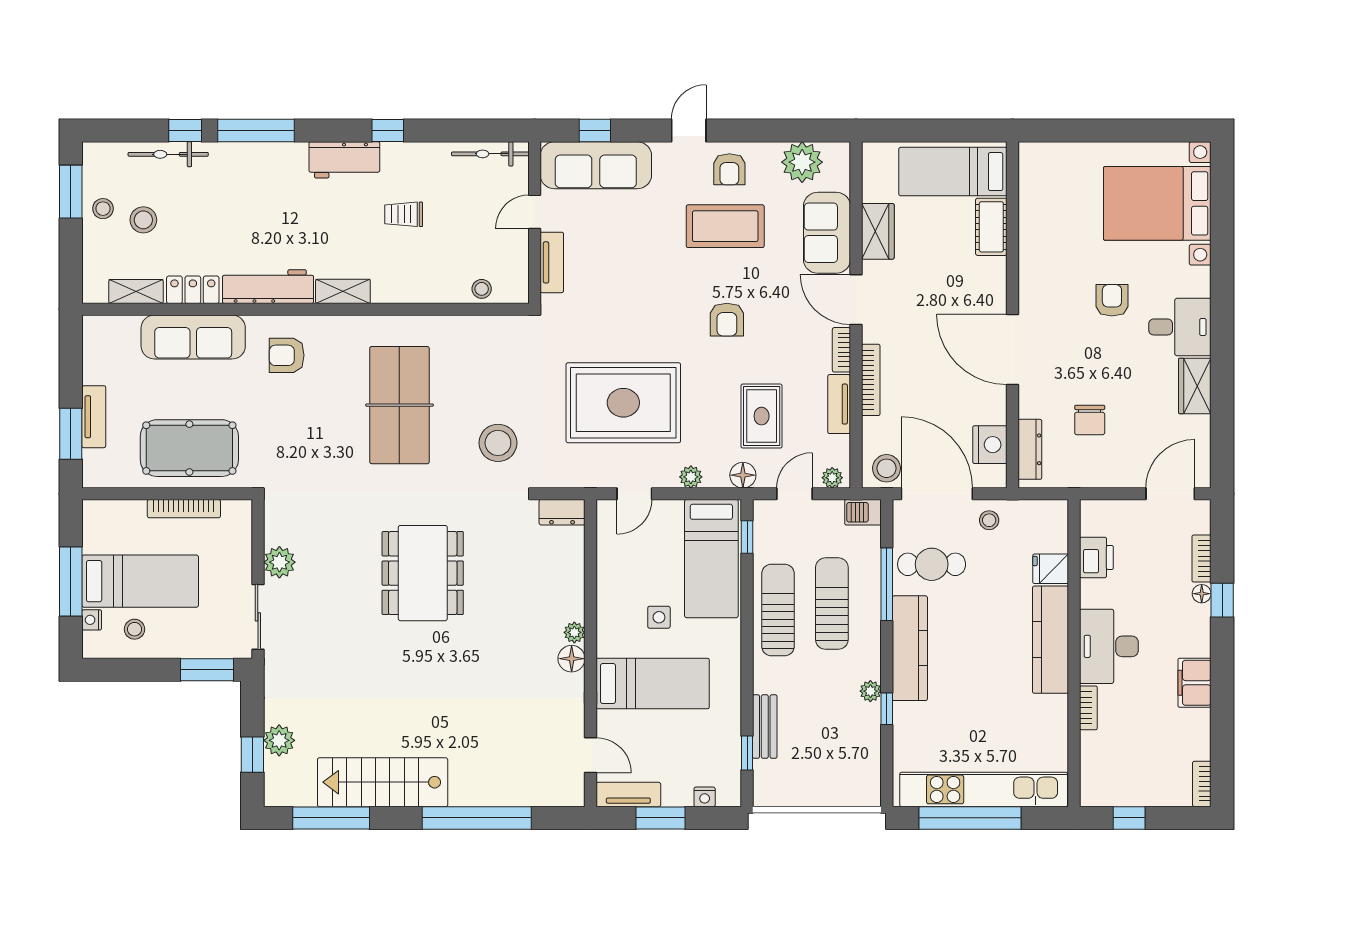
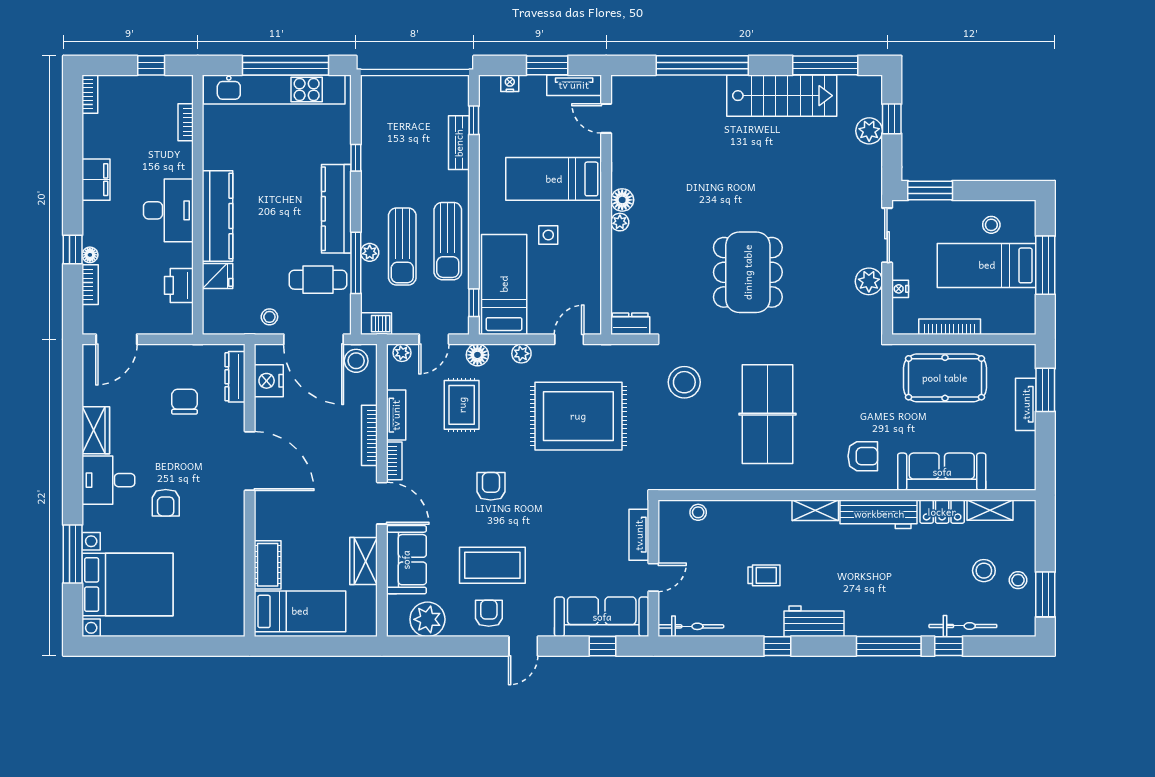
window: (1222, 240) -> (73, 554), added
nightstand: (92, 620) -> (900, 289), moved, turned 180
plant: (870, 691) -> (370, 252), moved
bookcase: (1088, 708) -> (186, 122), moved

